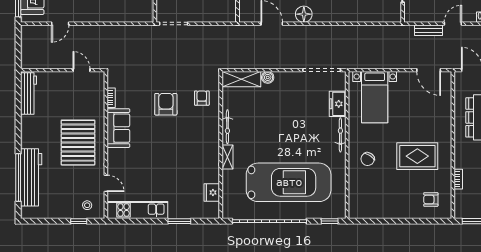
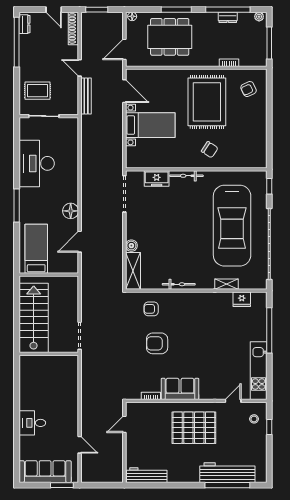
bench: (429, 30) -> (86, 96), width x1.36
door: (429, 70) -> (124, 91), hinge flipped
bed with nightstands: (375, 97) -> (150, 125), moved
rug: (417, 156) -> (207, 102), width x1.37, depth x1.44
shelving: (227, 157) -> (227, 284), moved
car: (289, 182) -> (232, 226), turned 180
armchair: (431, 199) -> (249, 89), turned 65
window: (179, 221) -> (269, 330), width x2.11

